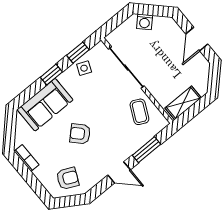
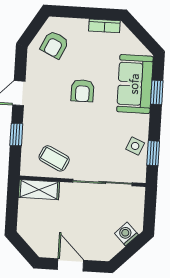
window: (51, 75) -> (157, 92), moved
shelving: (183, 103) -> (39, 190), moved, turned 90
armchair: (80, 134) -> (82, 91), turned 134
window: (146, 150) -> (16, 134), width x0.67

